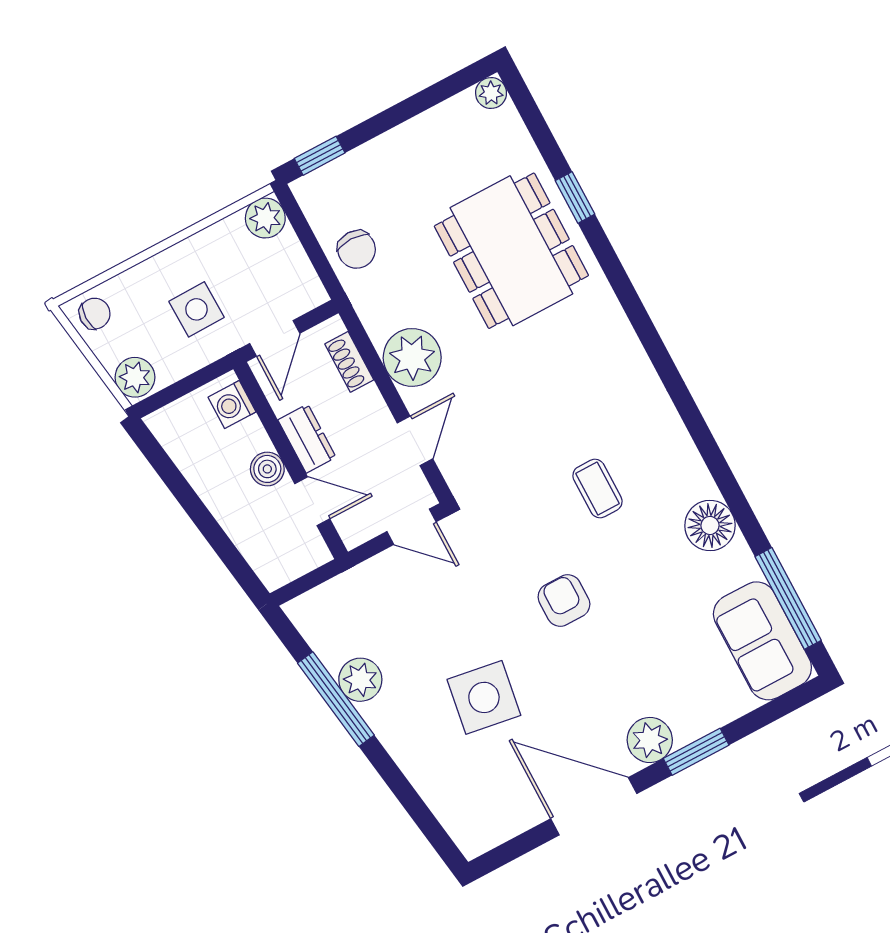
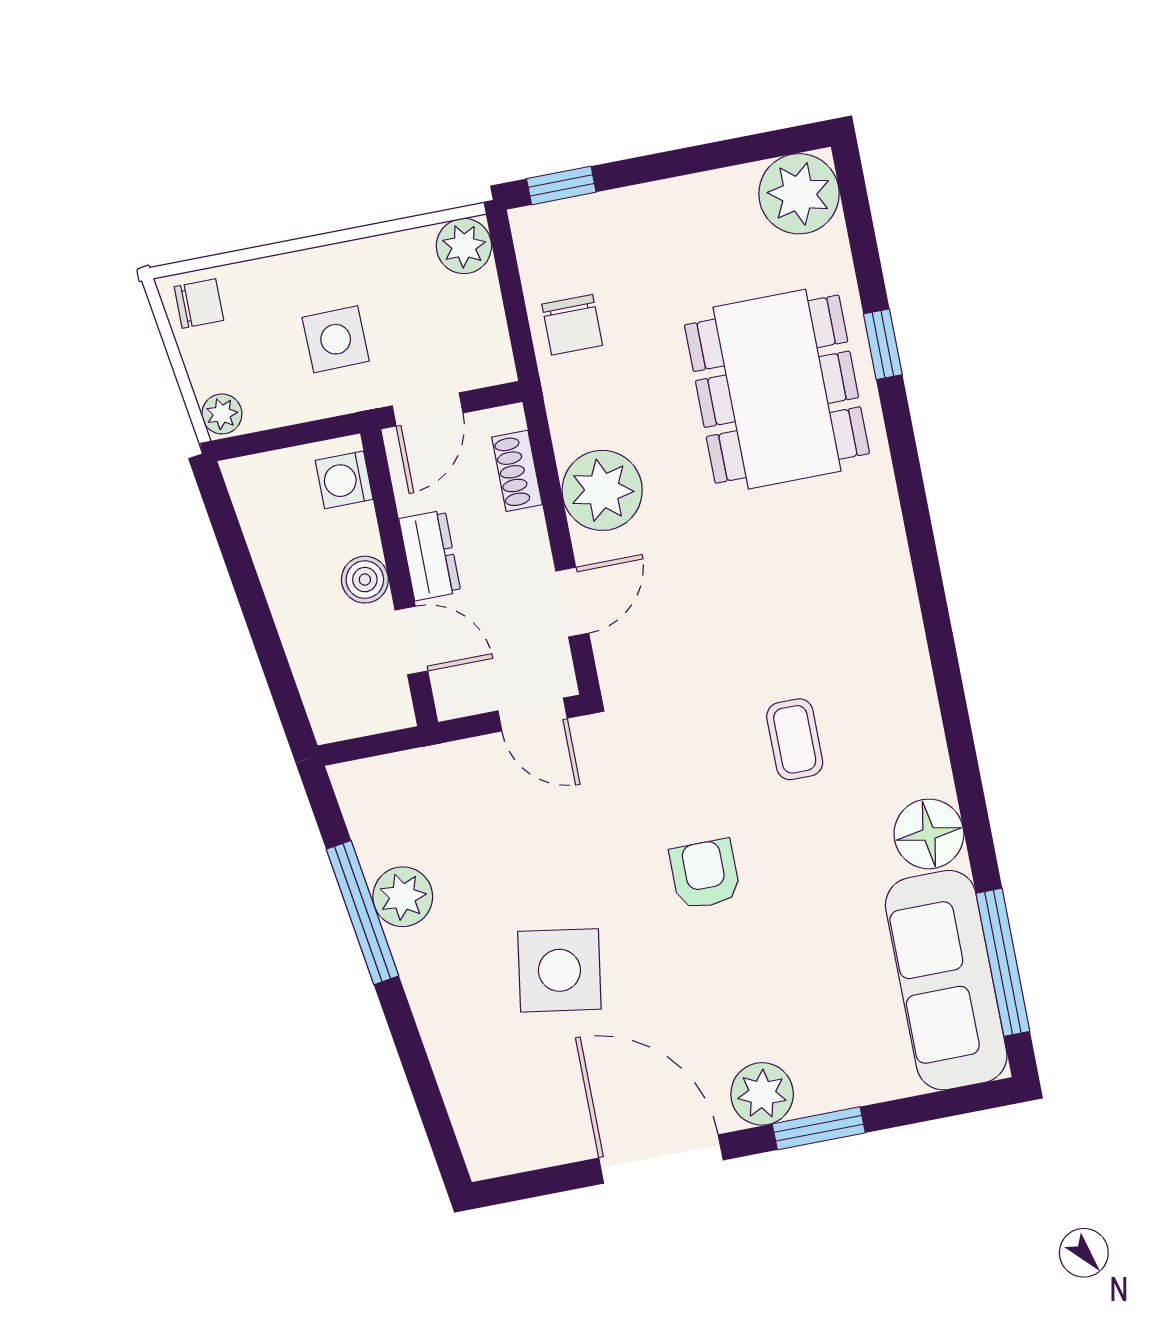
plant: (491, 93) -> (799, 194), width x1.87, depth x1.87
plant: (135, 377) -> (222, 414), width x0.73, depth x0.73
sofa: (762, 641) -> (946, 980), width x1.36

